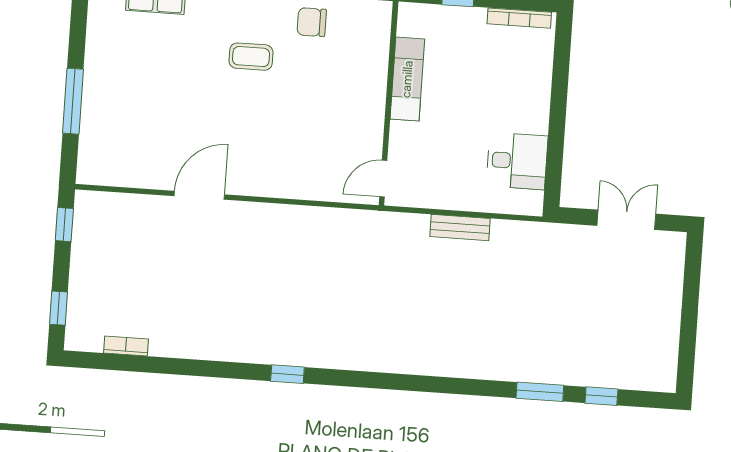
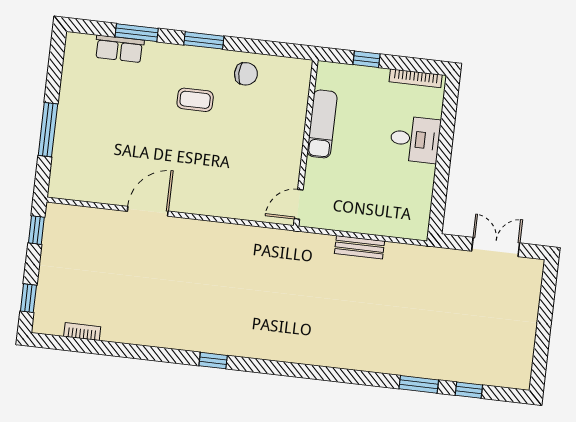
chair: (312, 22) -> (246, 74), turned 180
desk: (517, 161) -> (415, 139), moved

